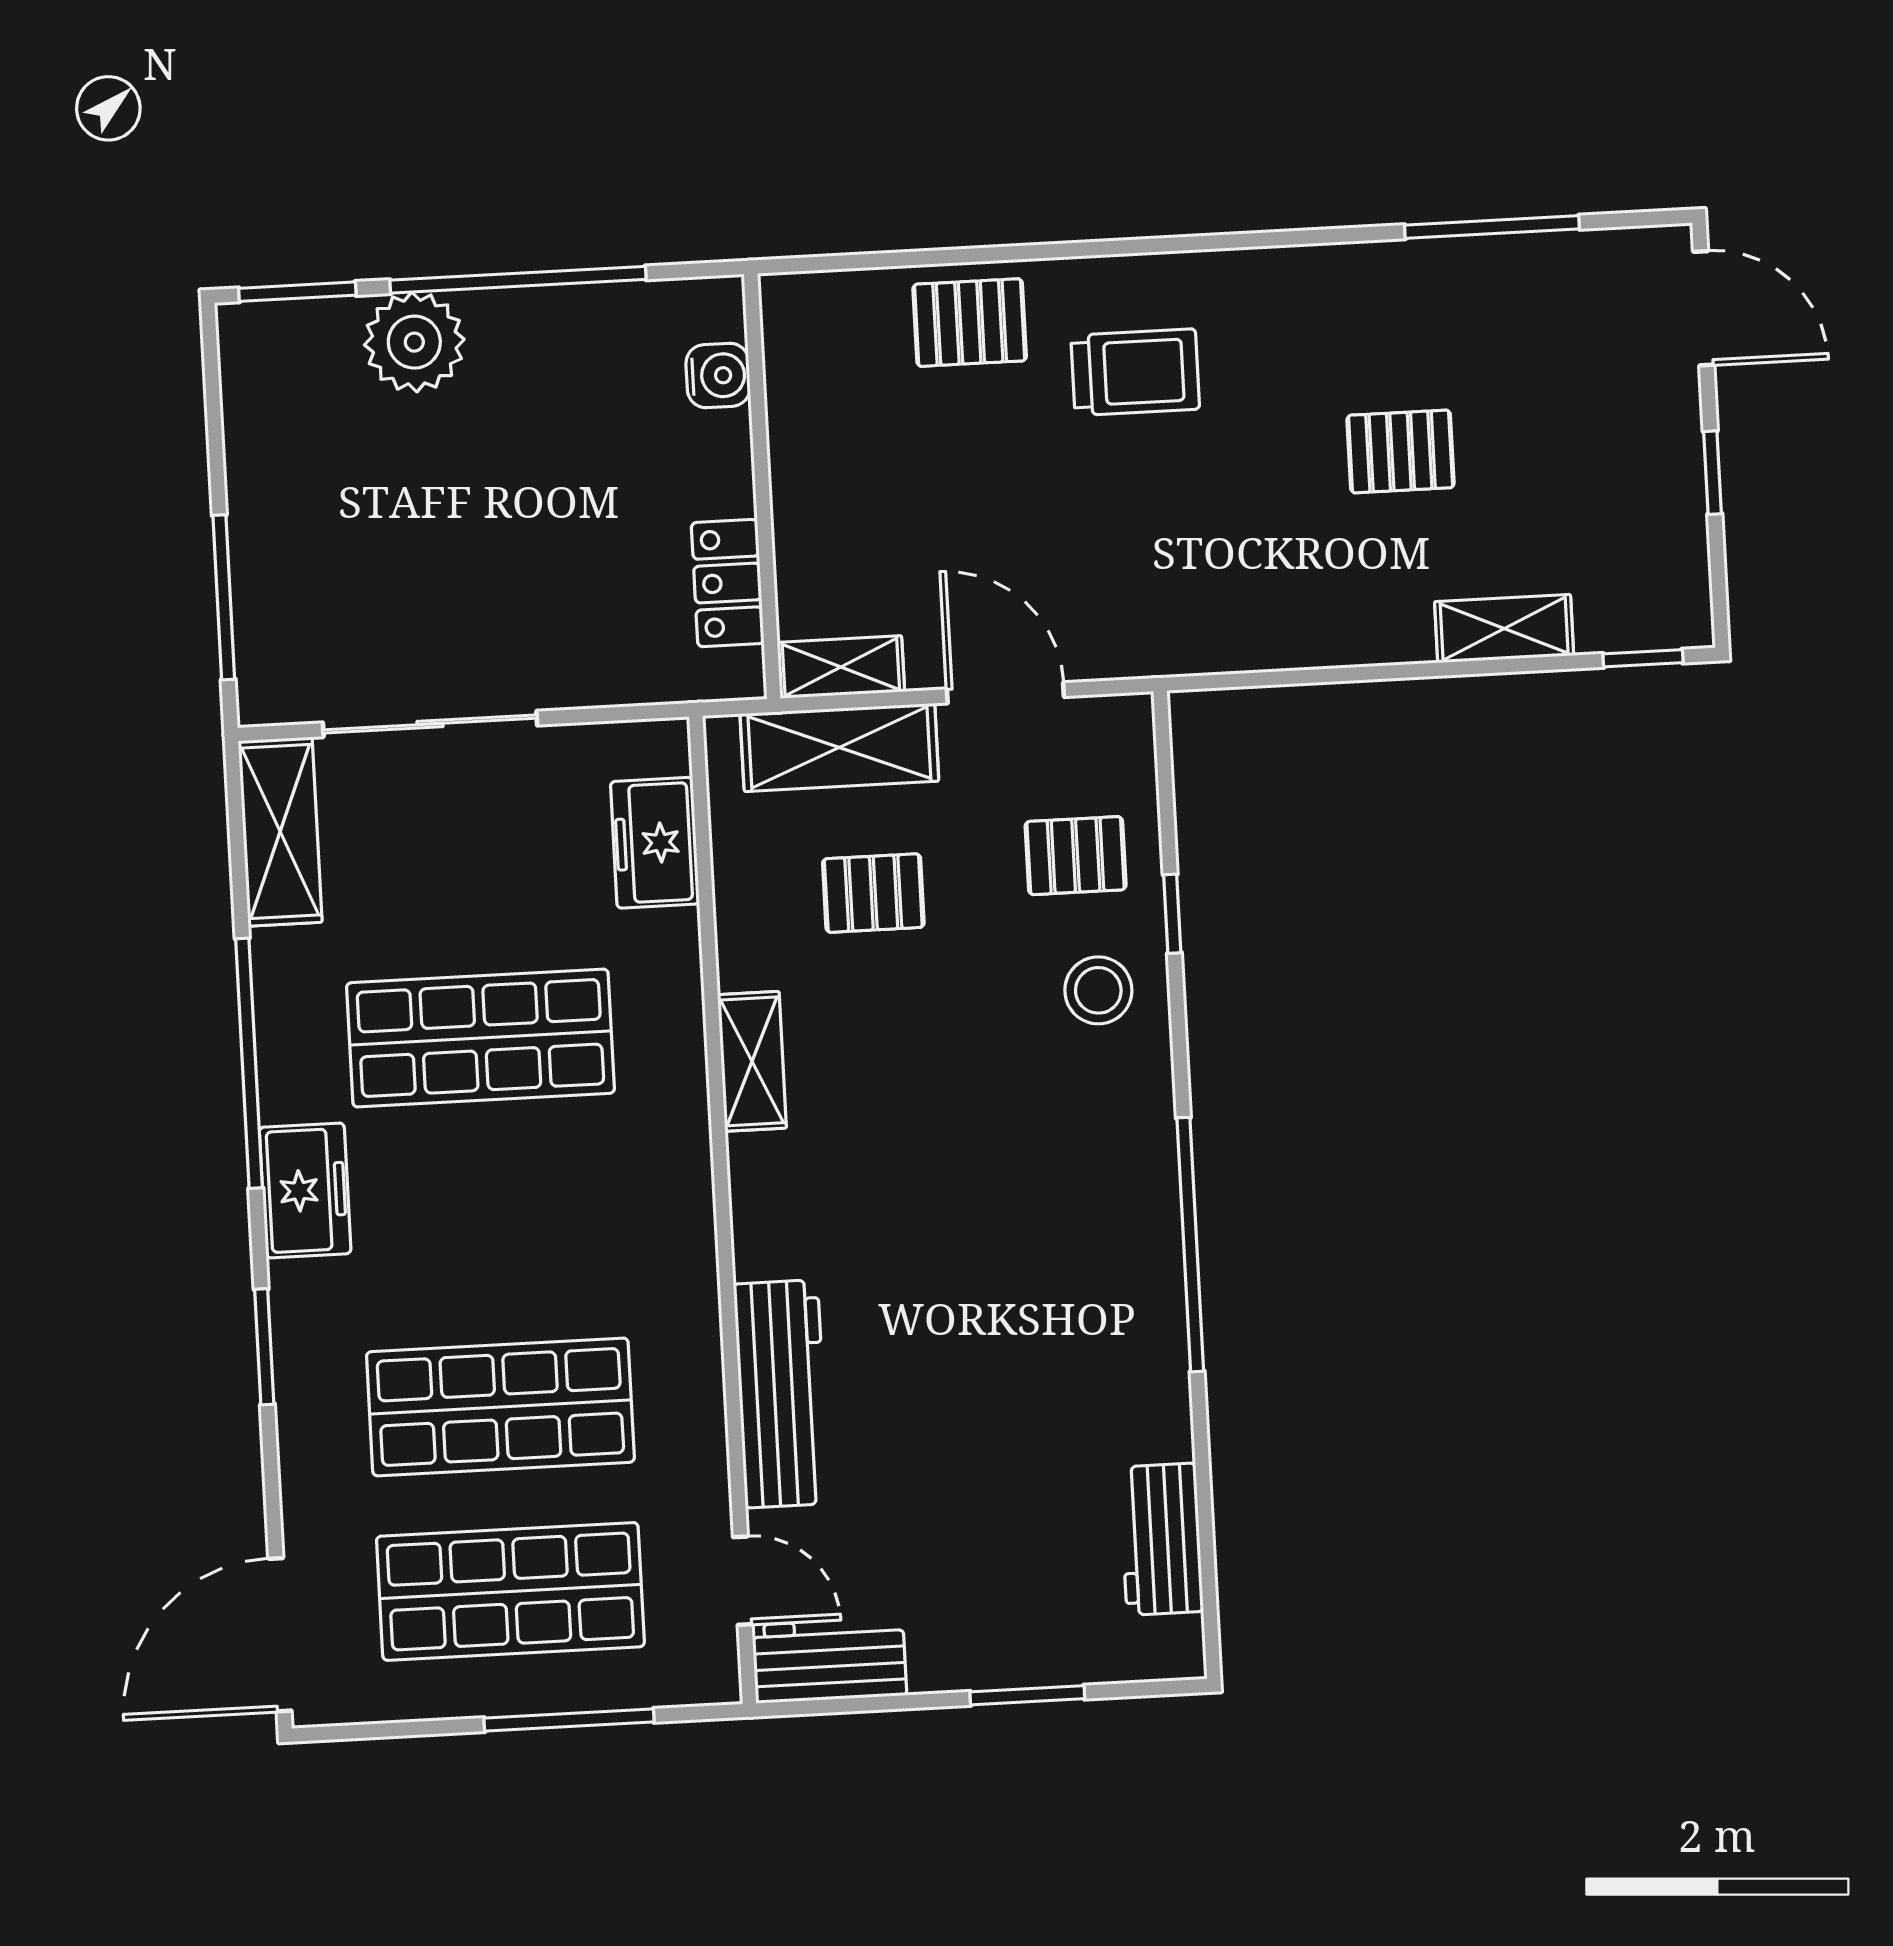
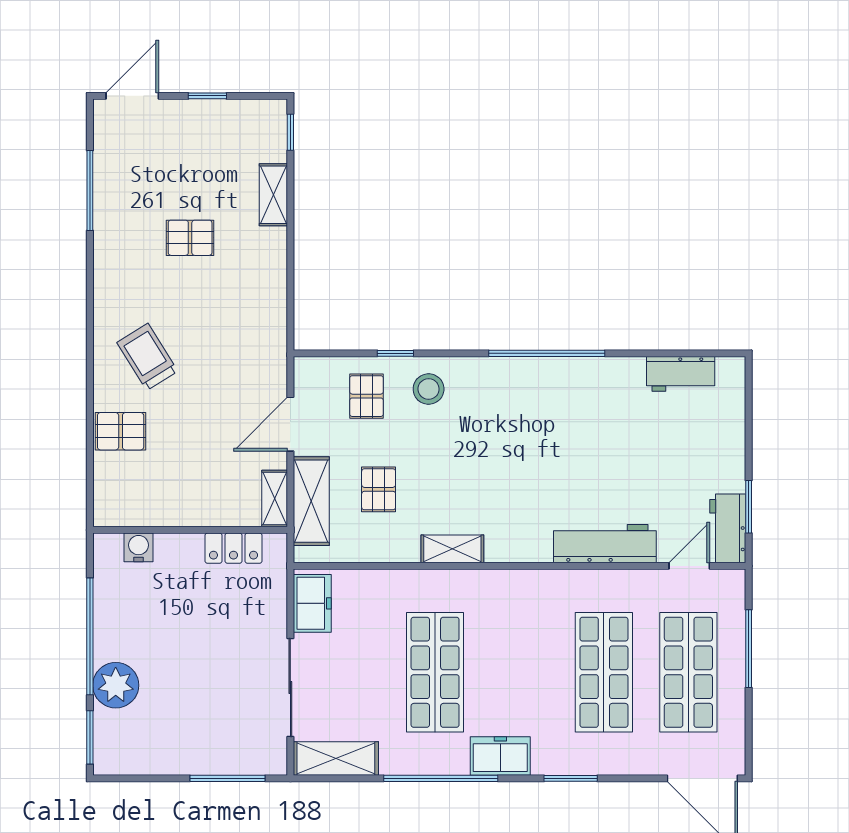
pallet: (970, 323) -> (121, 431), turned 90
trolley: (1135, 372) -> (147, 357), turned -32
pallet: (1401, 451) -> (190, 238), turned 90
freezer: (655, 843) -> (312, 603), moved, turned -90
window: (1027, 1695) -> (749, 507), moved

